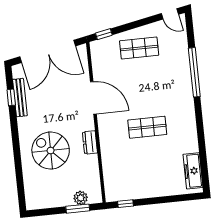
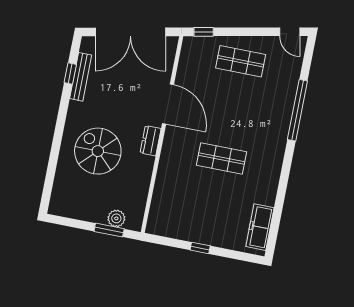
dresser: (90, 142) -> (151, 141), moved
window: (126, 204) -> (200, 248), moved

